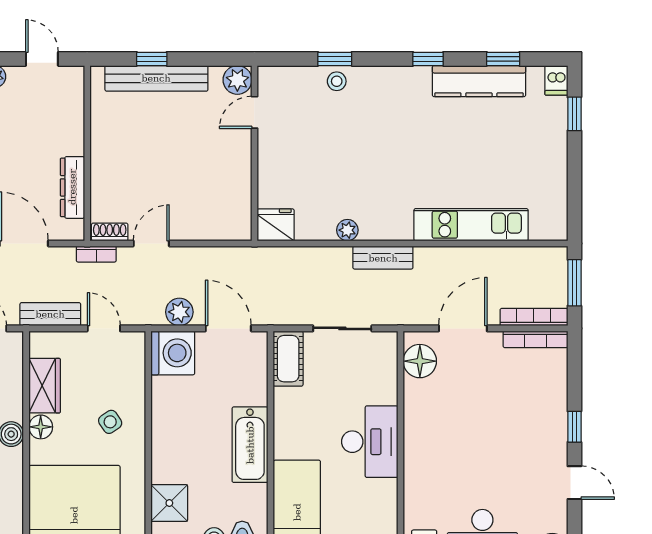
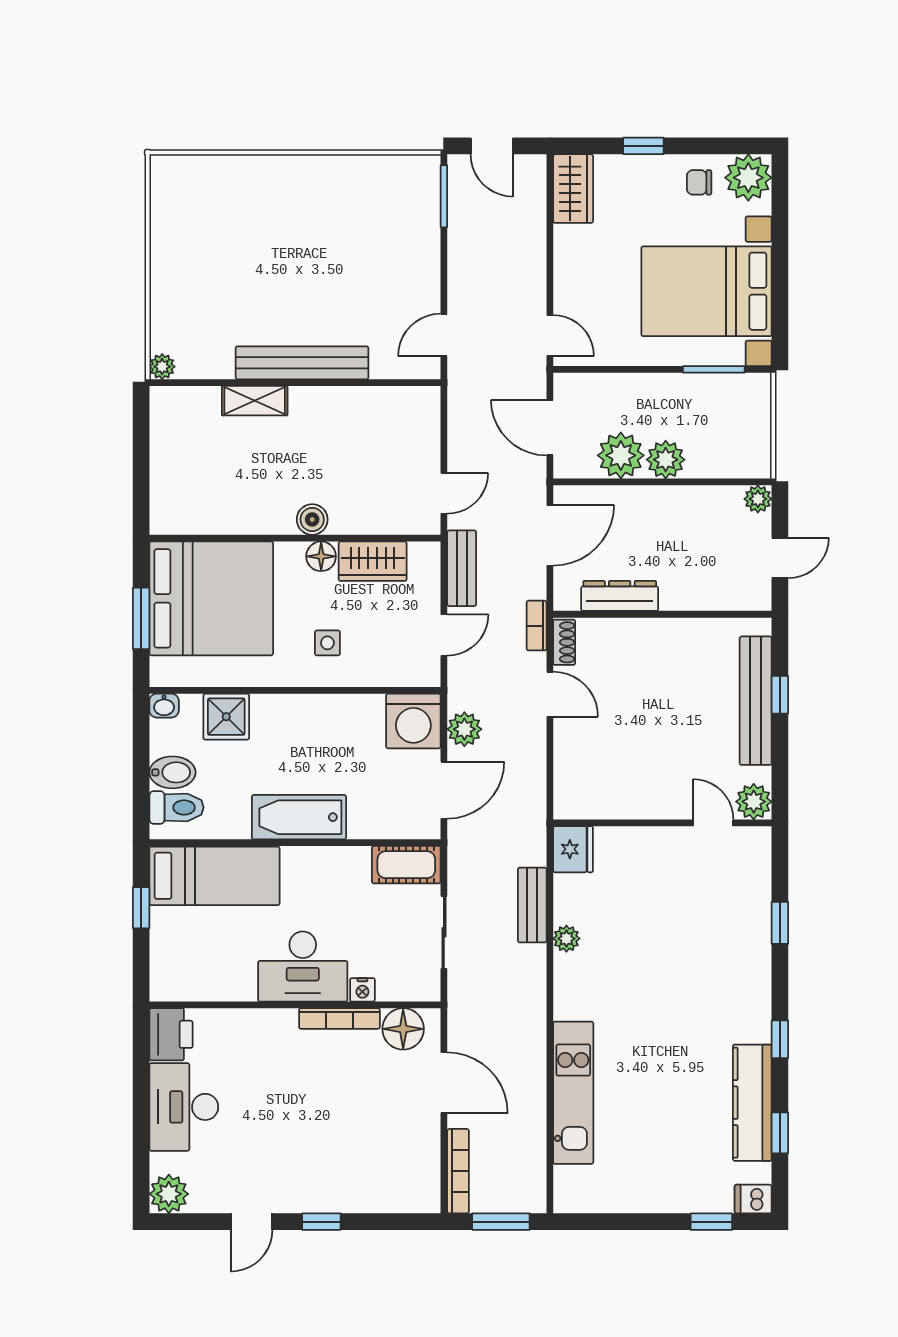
stool: (337, 81) -> (752, 925), removed
bench: (383, 258) -> (532, 905), moved
bookcase: (535, 339) -> (339, 1018), moved, turned -90
nightstand: (388, 394) -> (362, 990), added
side table: (110, 422) -> (327, 643), turned 34

